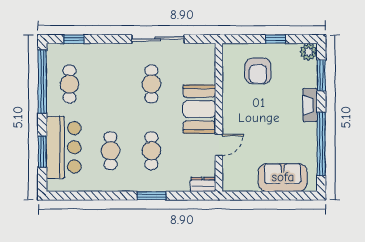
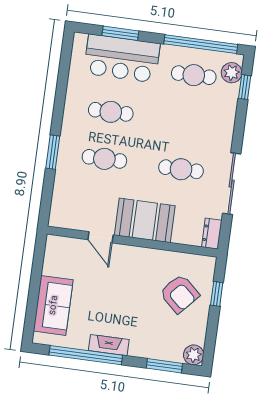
window: (275, 39) -> (217, 294), moved
plant: (63, 52) -> (232, 73), added
armchair: (258, 71) -> (179, 294), turned -138
fireplace: (310, 105) -> (109, 345), moved
dresser: (203, 184) -> (212, 234), moved, turned 180

